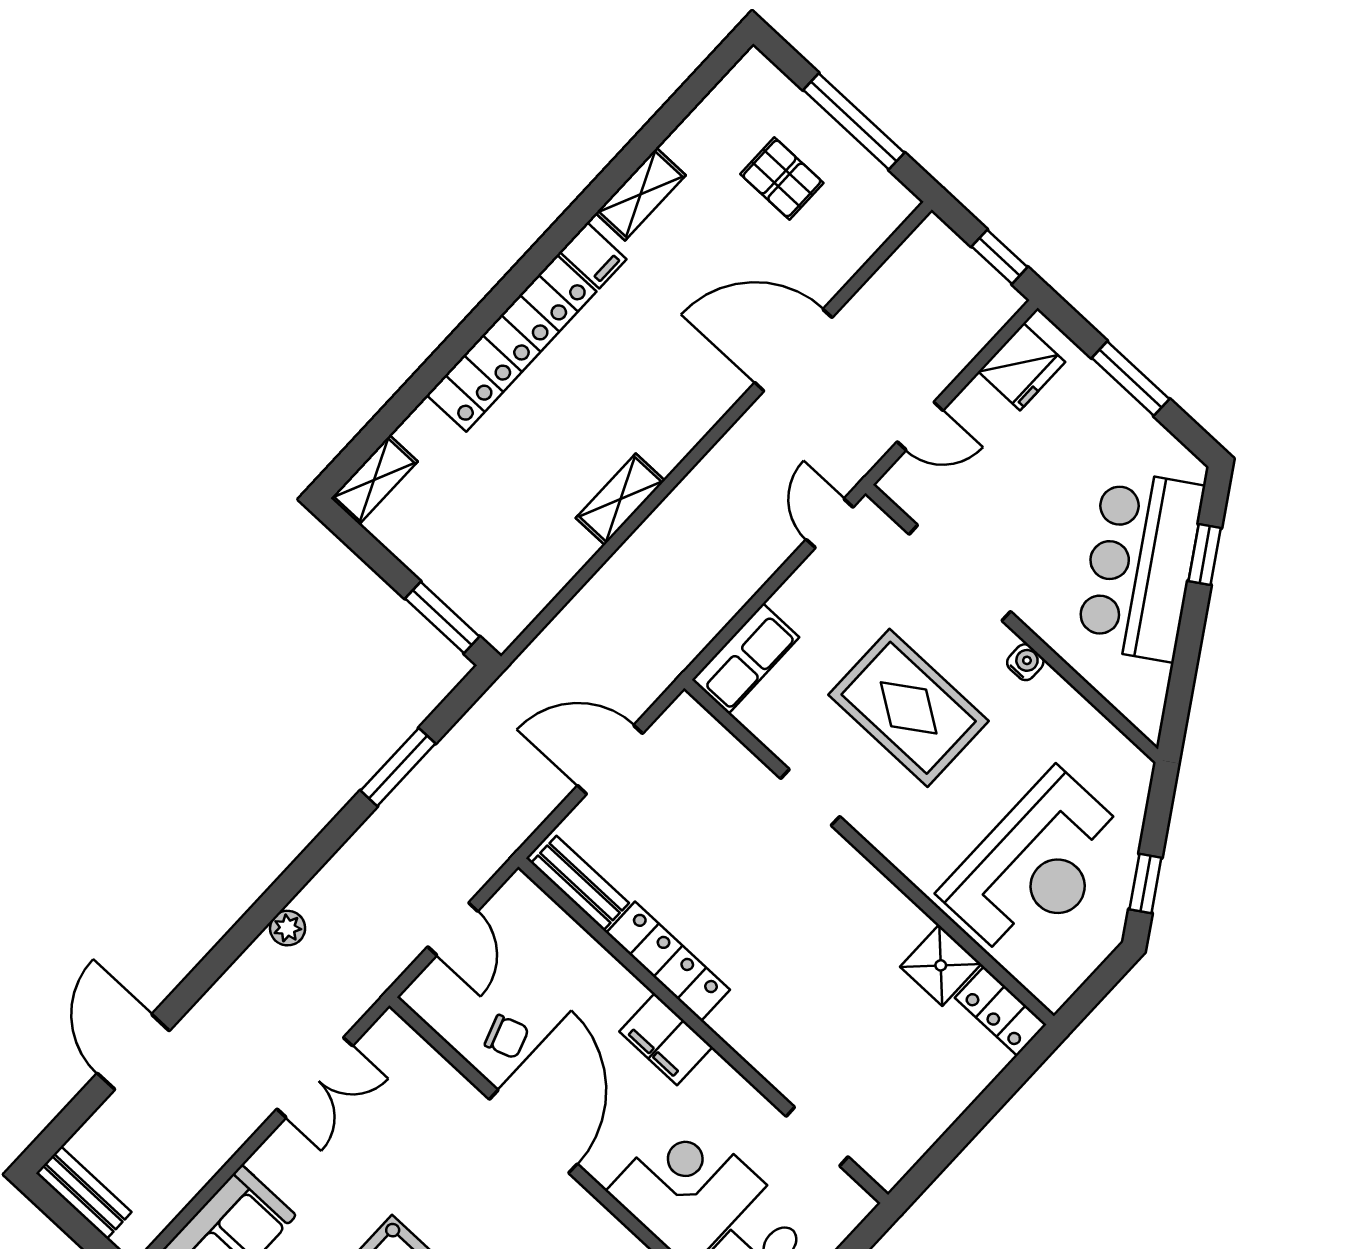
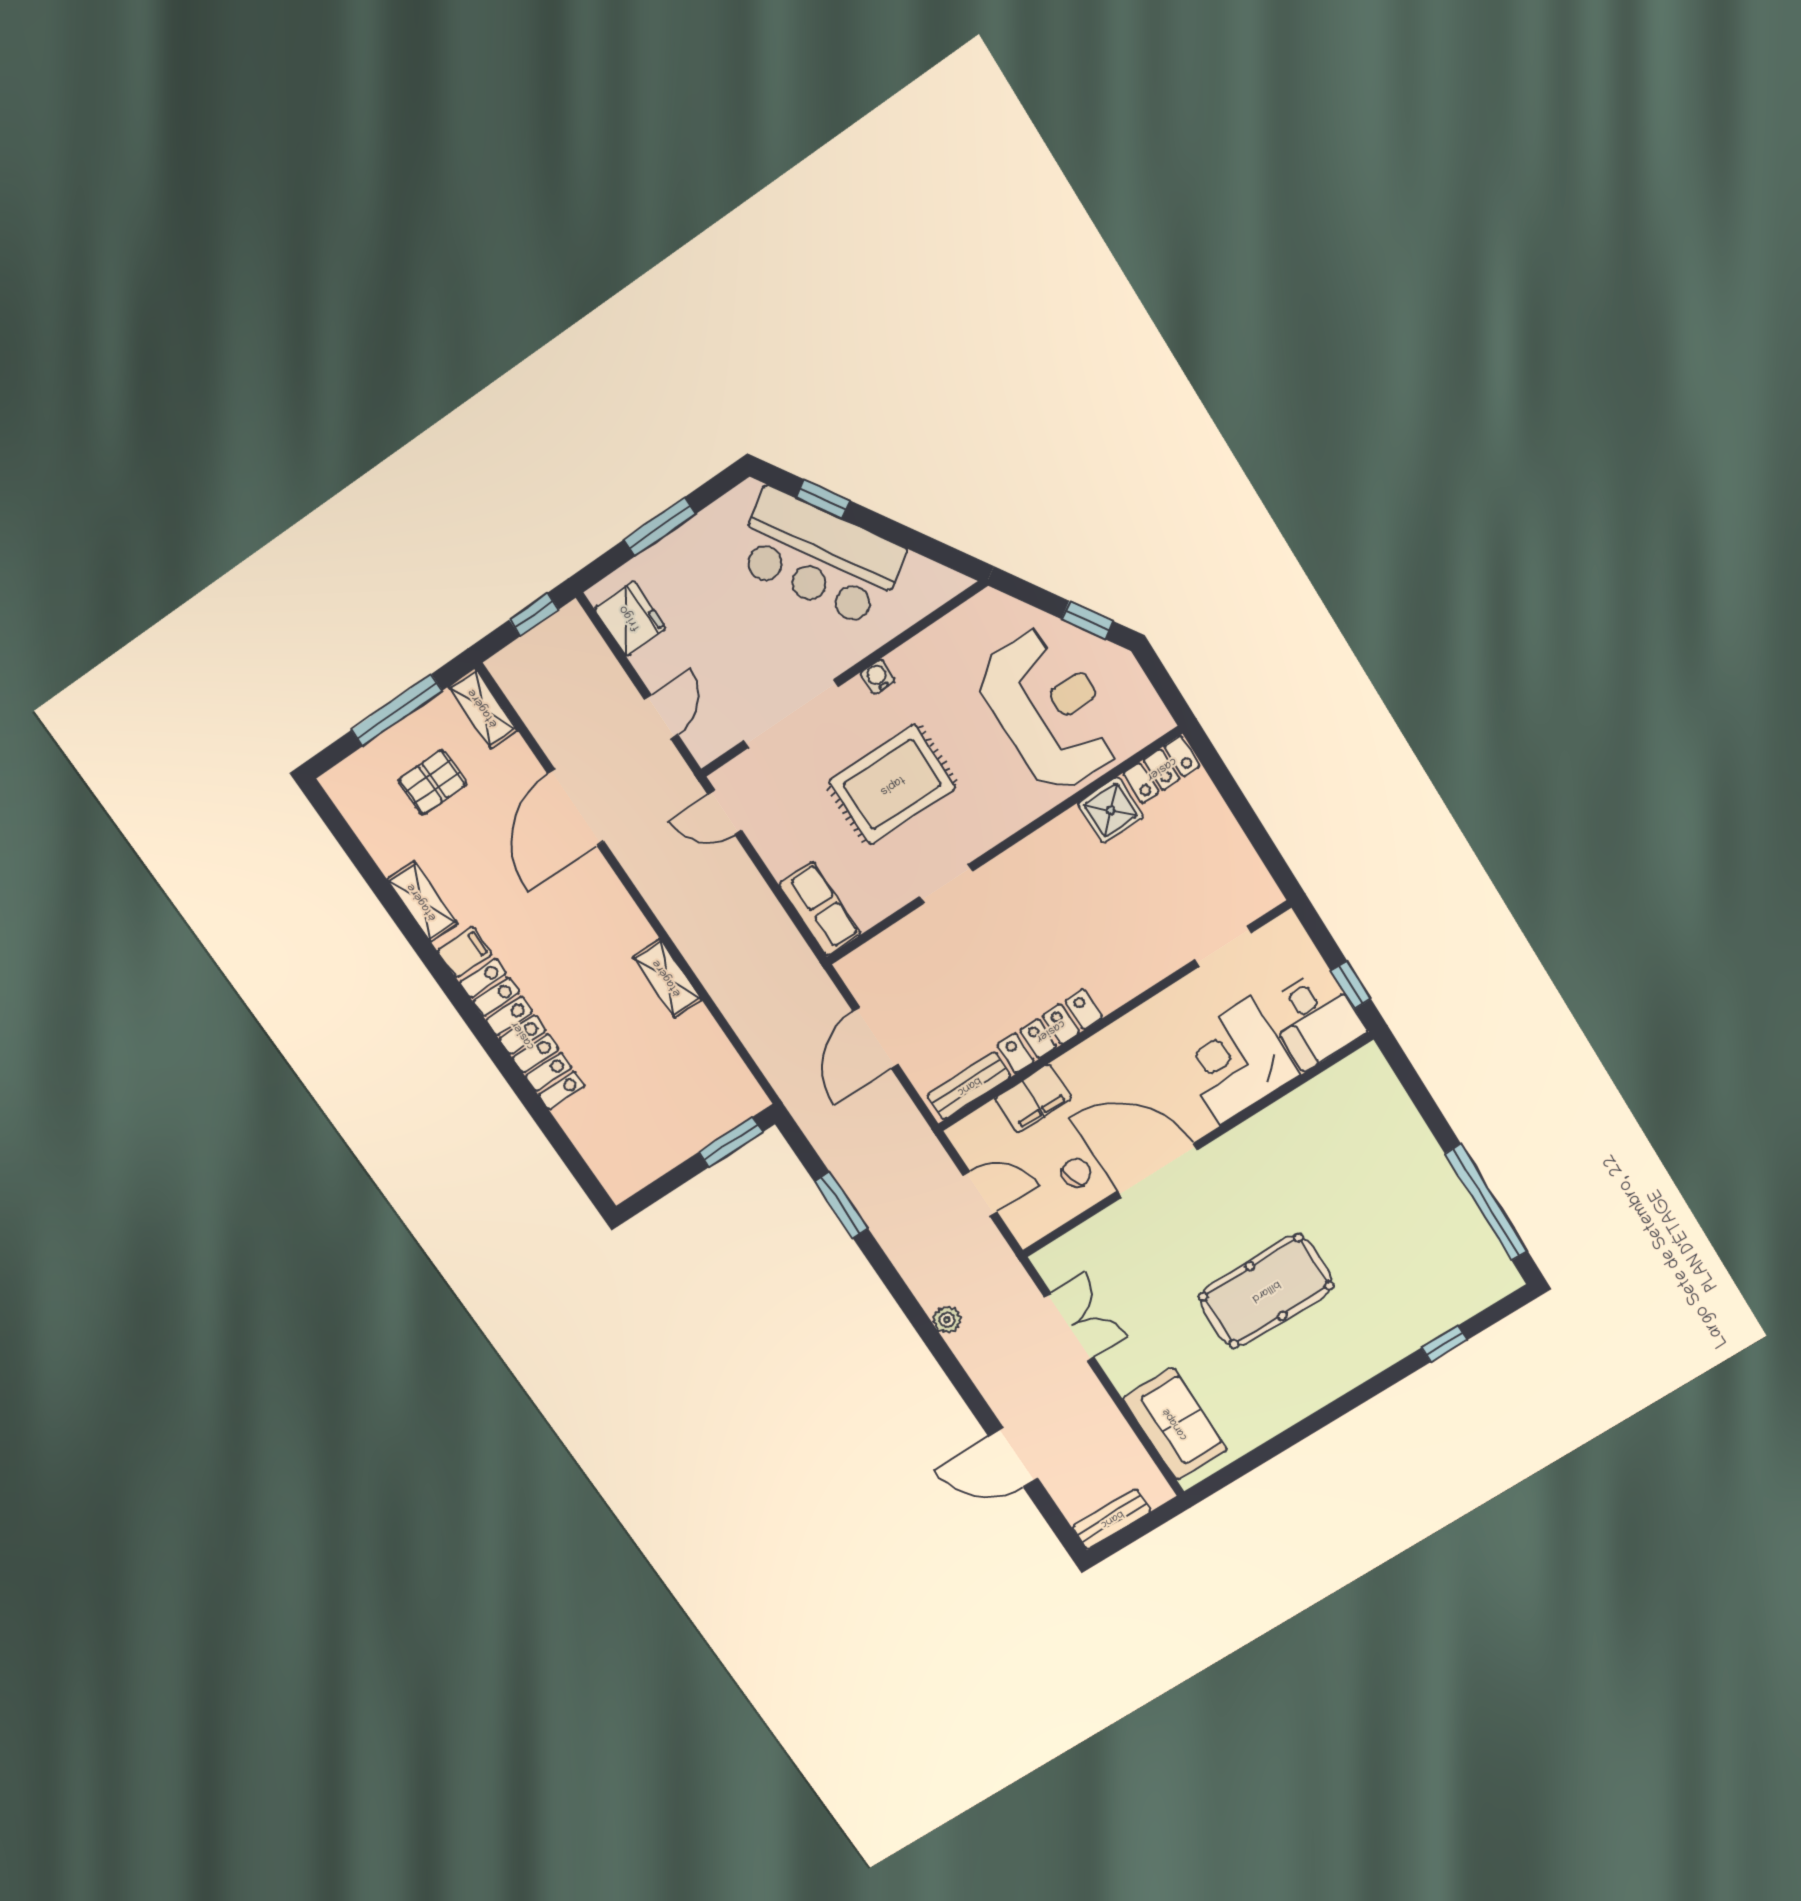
shelving: (374, 480) -> (483, 708), moved
filing cabinet: (666, 1039) -> (1033, 1099), moved

